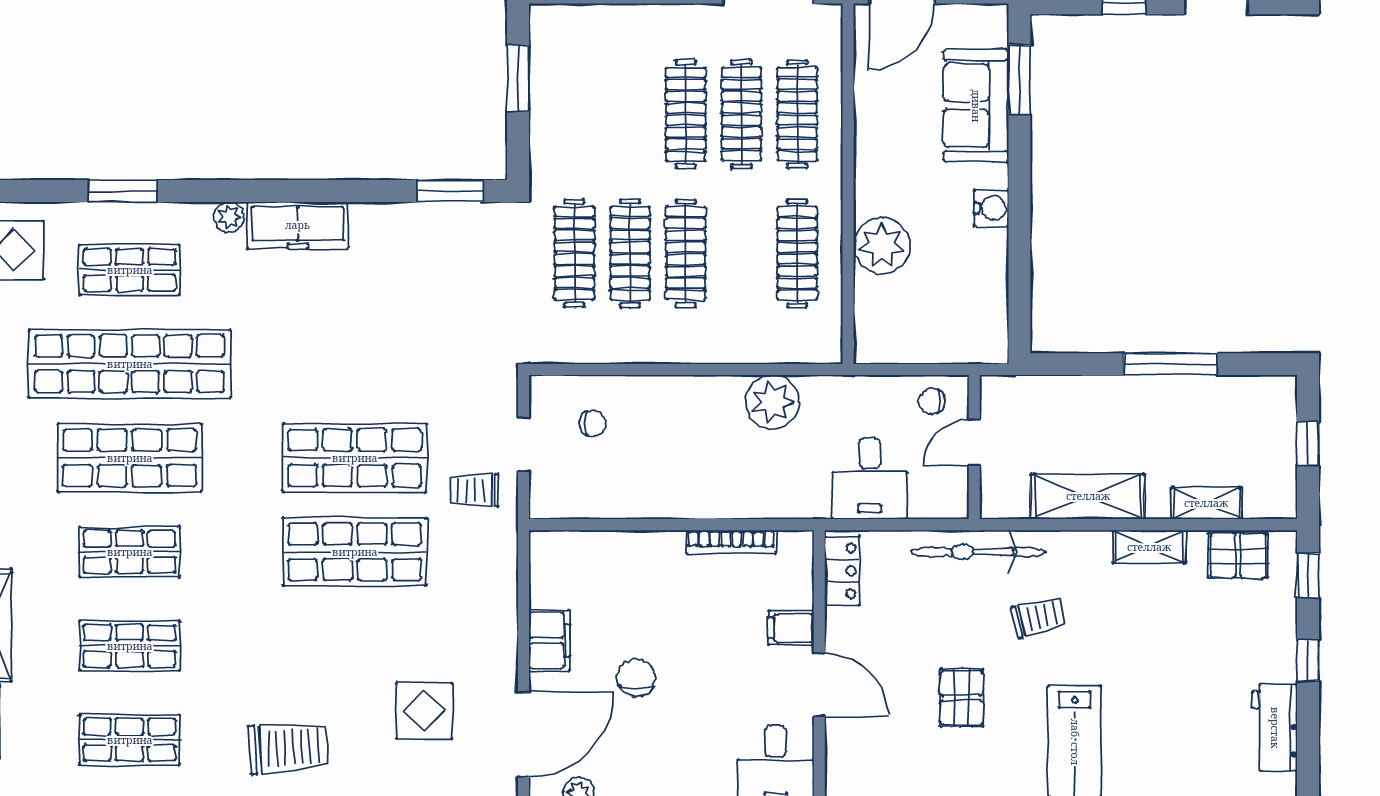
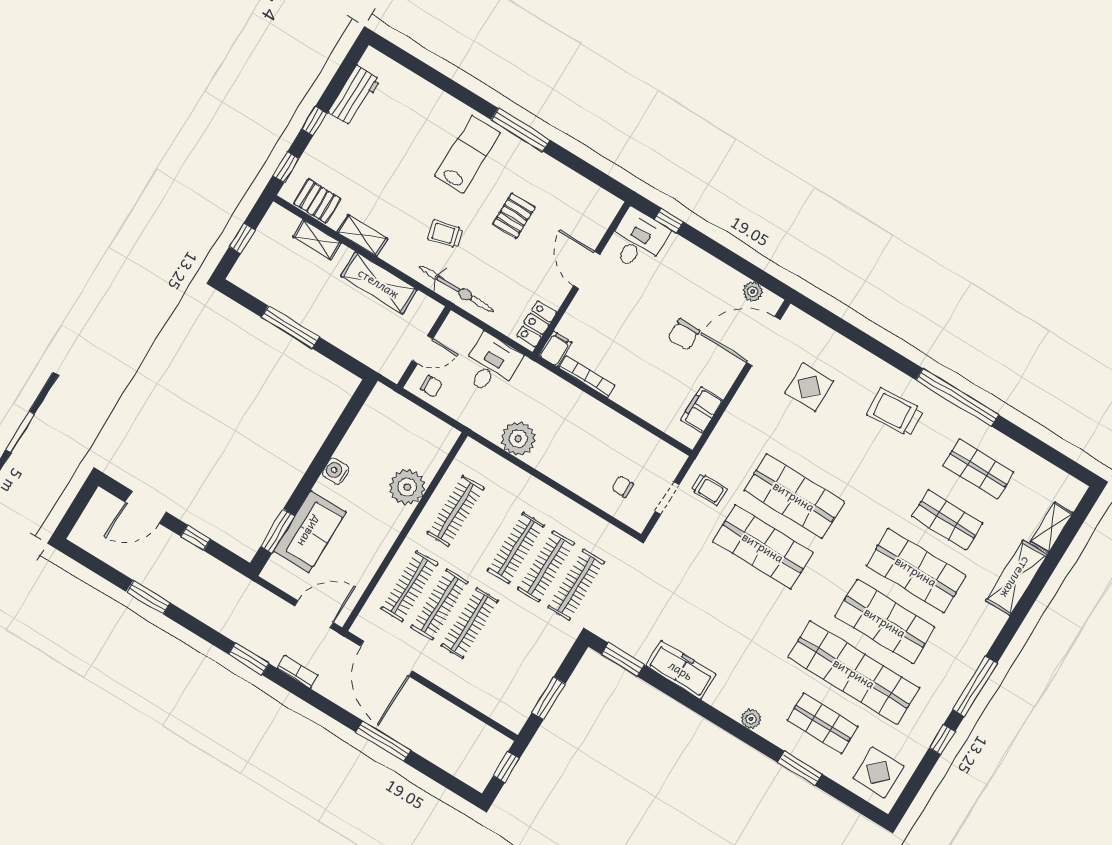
freezer: (298, 225) -> (681, 670), moved
shop shelf: (130, 552) -> (916, 571), width x1.43, depth x1.36
filing cabinet: (791, 628) -> (555, 349), moved, turned -90
filing cabinet: (549, 640) -> (702, 410), moved

